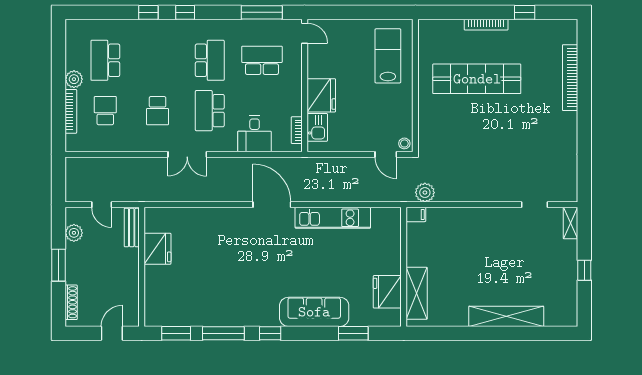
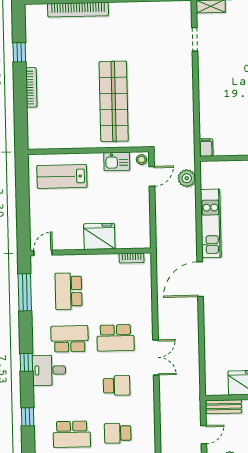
window: (148, 12) -> (28, 417), moved
shop shelf: (477, 79) -> (114, 101), moved
kitchen sink: (317, 127) -> (117, 161), moved, turned 180
desk: (255, 134) -> (49, 370), moved, turned 180
plant: (425, 193) -> (187, 178), moved

